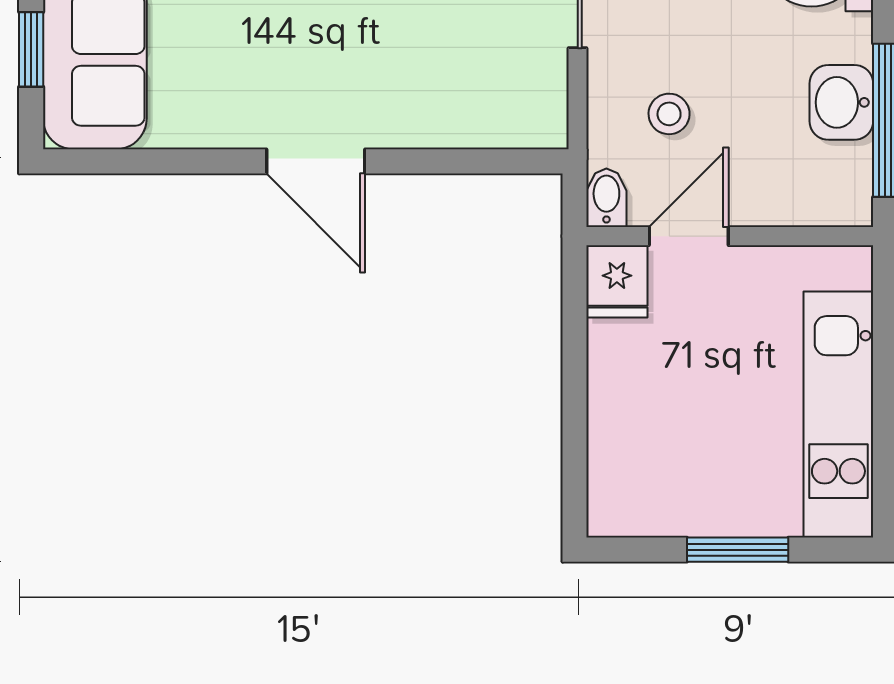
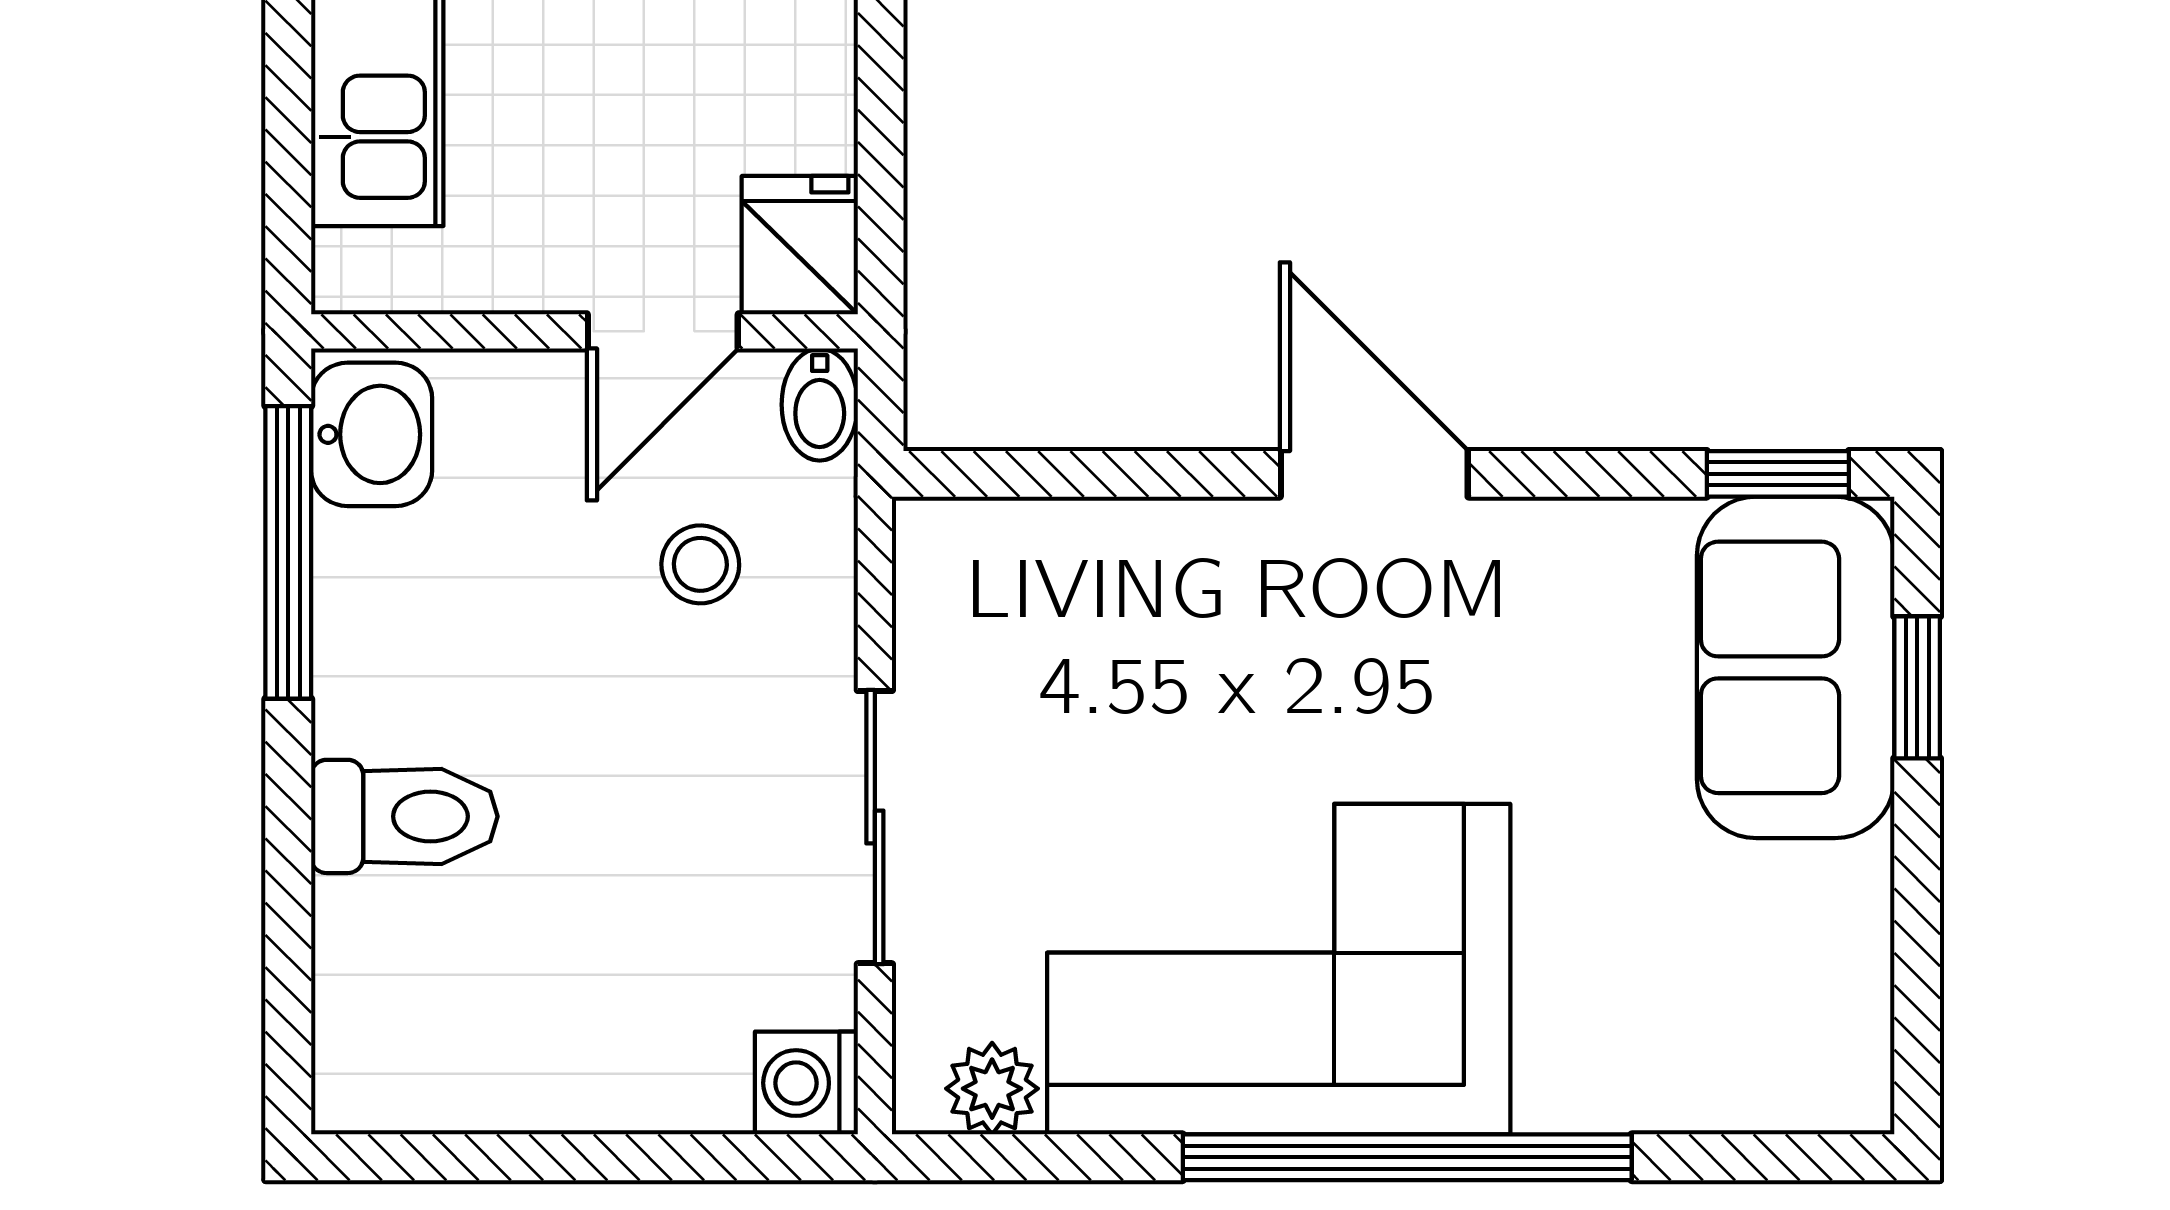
washbasin: (841, 102) -> (372, 434), moved
window: (104, 161) -> (1778, 474), added

